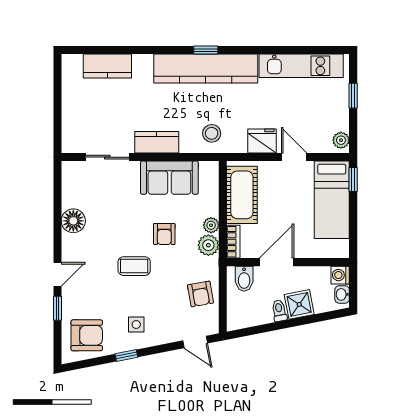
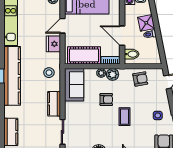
sofa: (169, 178) -> (74, 85), moved

